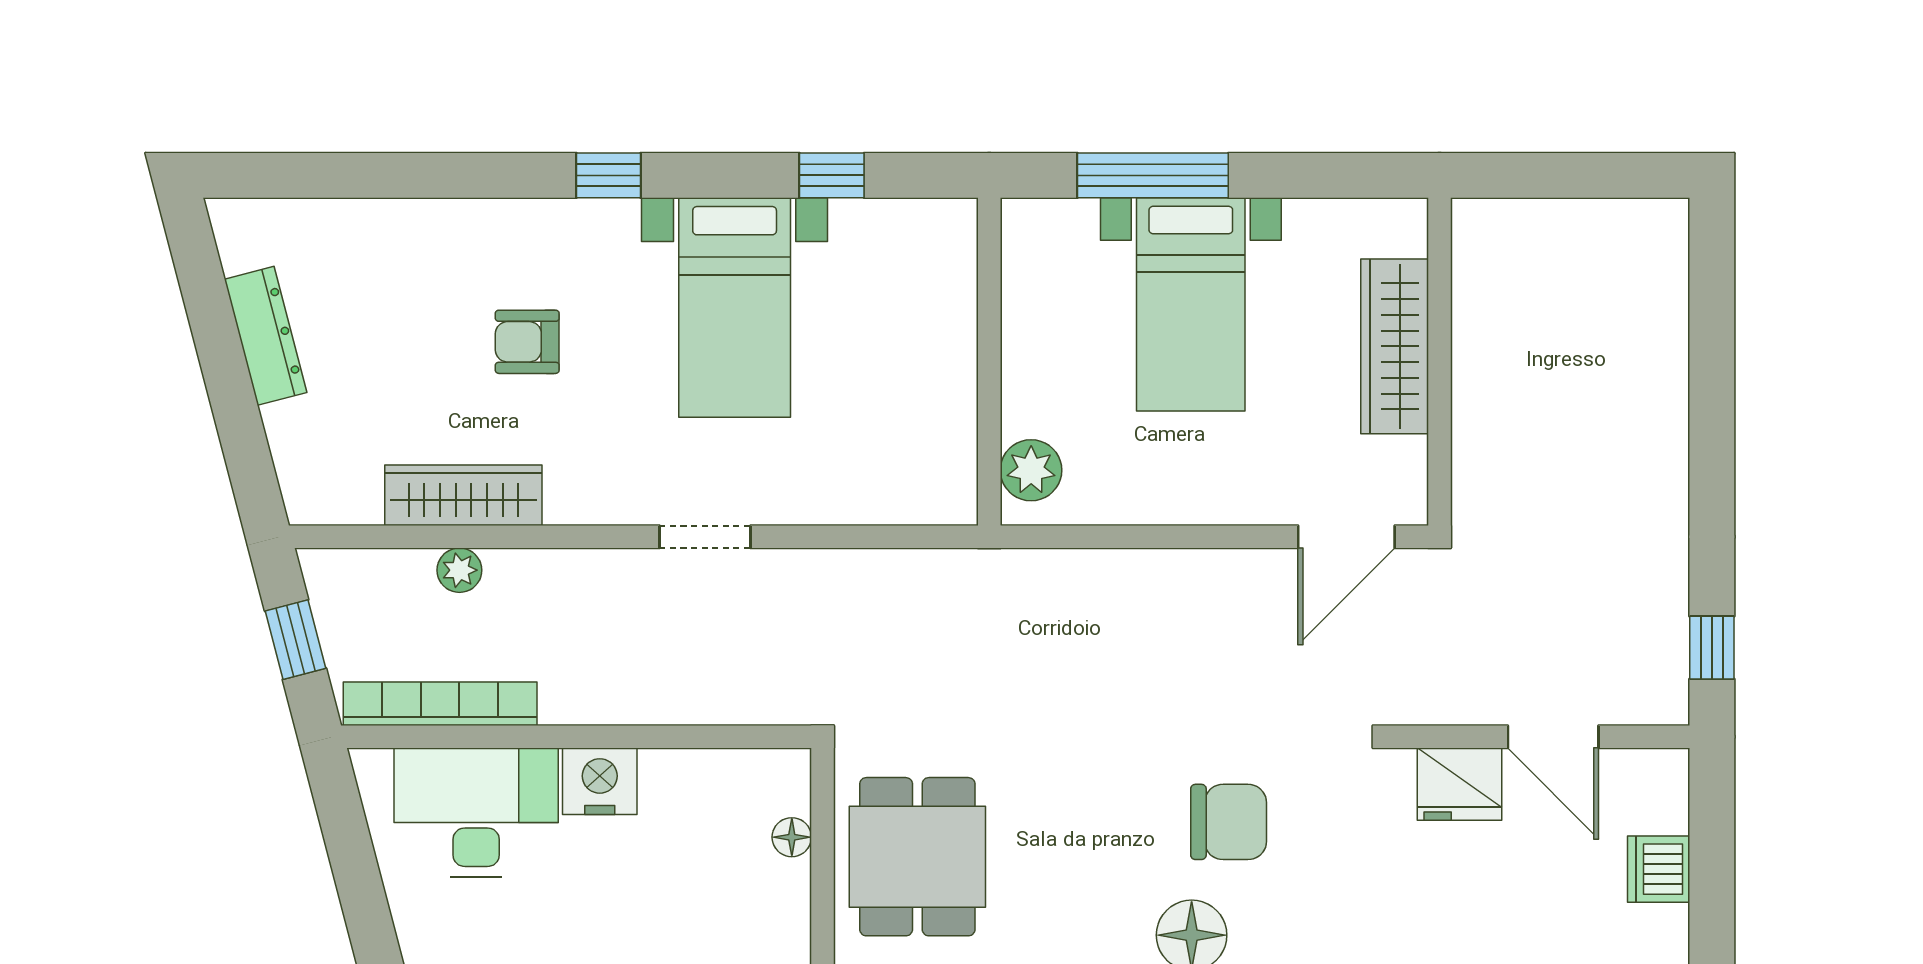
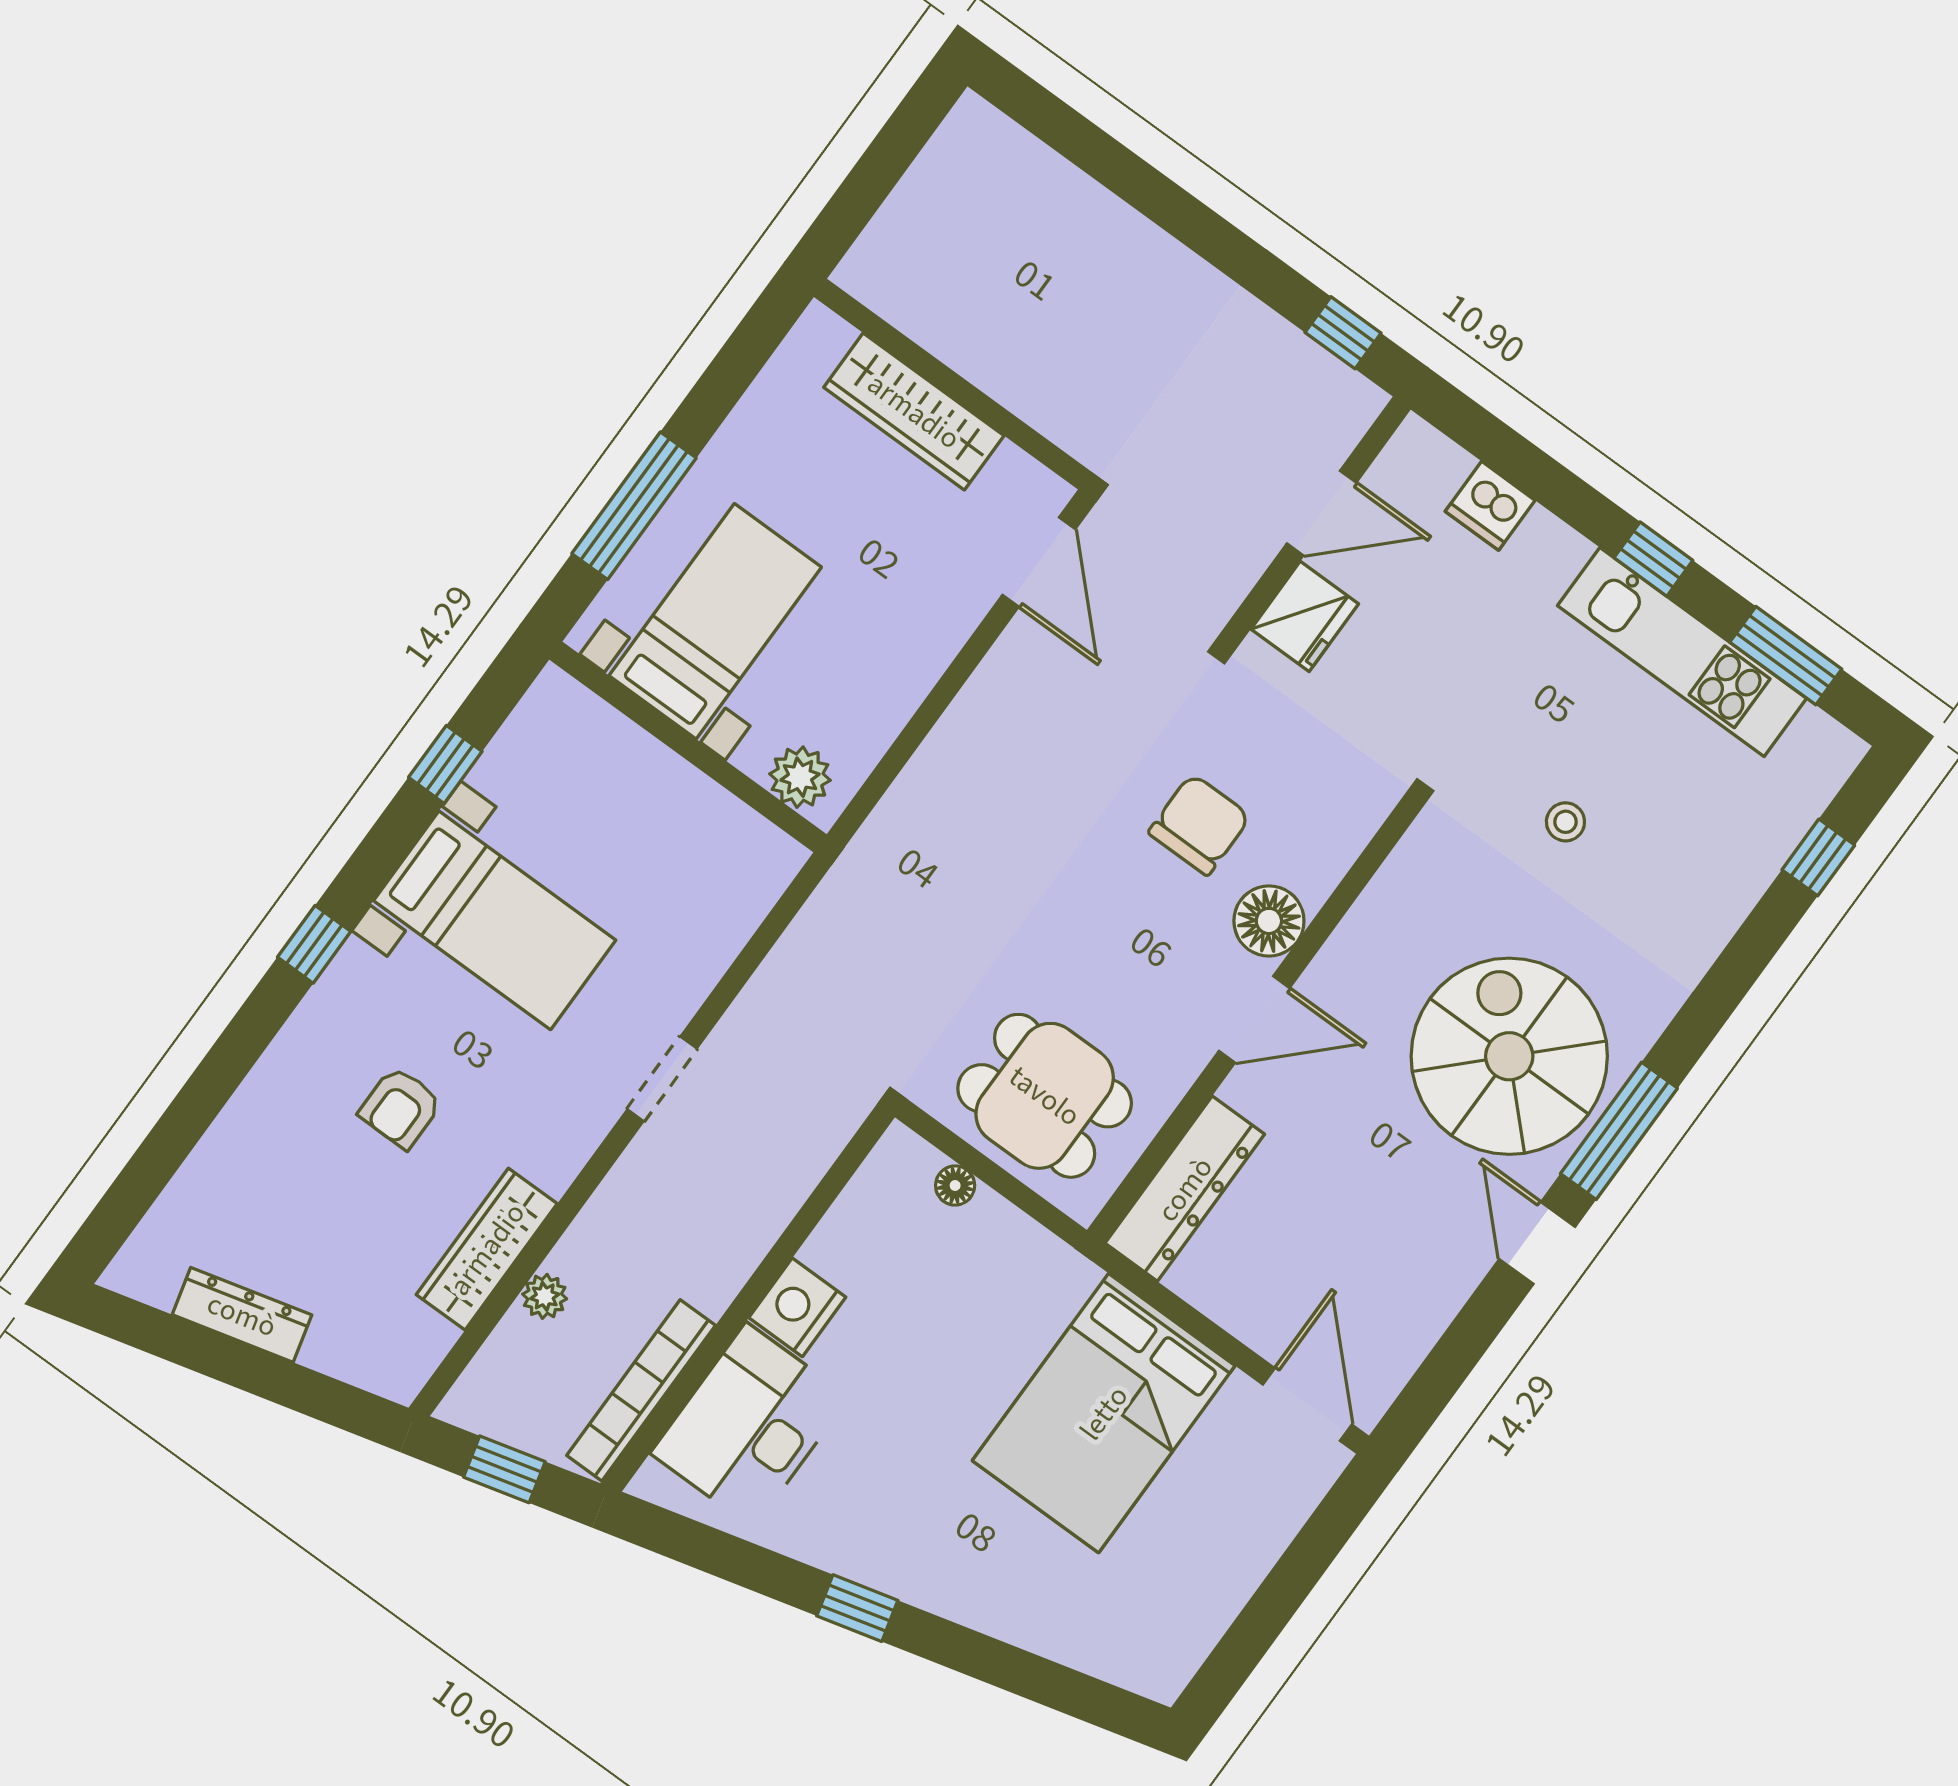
bed with nightstands: (1191, 304) -> (715, 621), moved, turned -90

